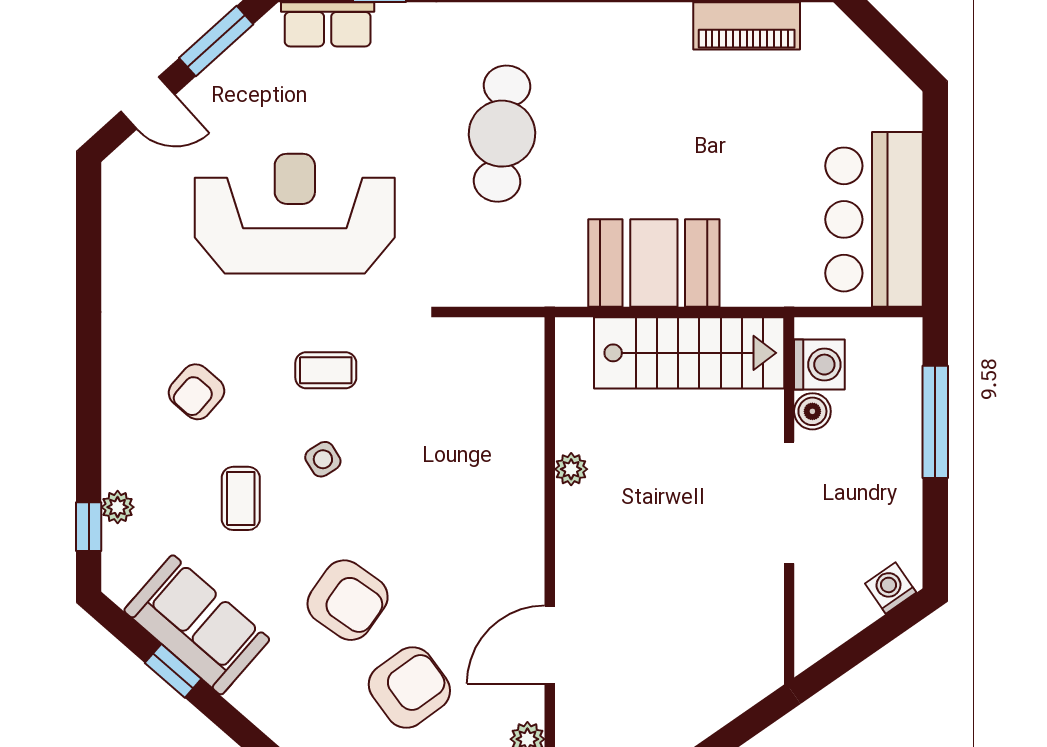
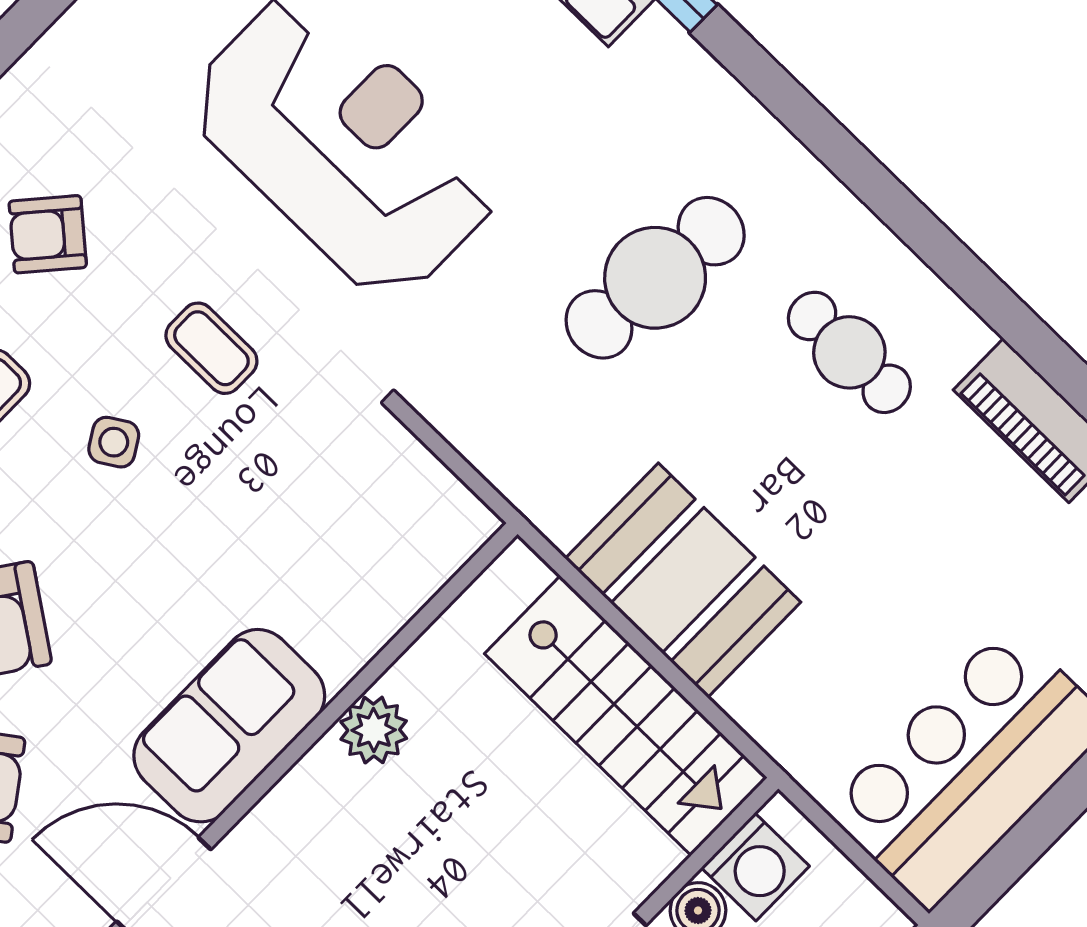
cafe table: (628, 80) -> (849, 352), added
plant: (571, 469) -> (374, 730), width x1.38, depth x1.38
sofa: (507, 539) -> (229, 726), added

